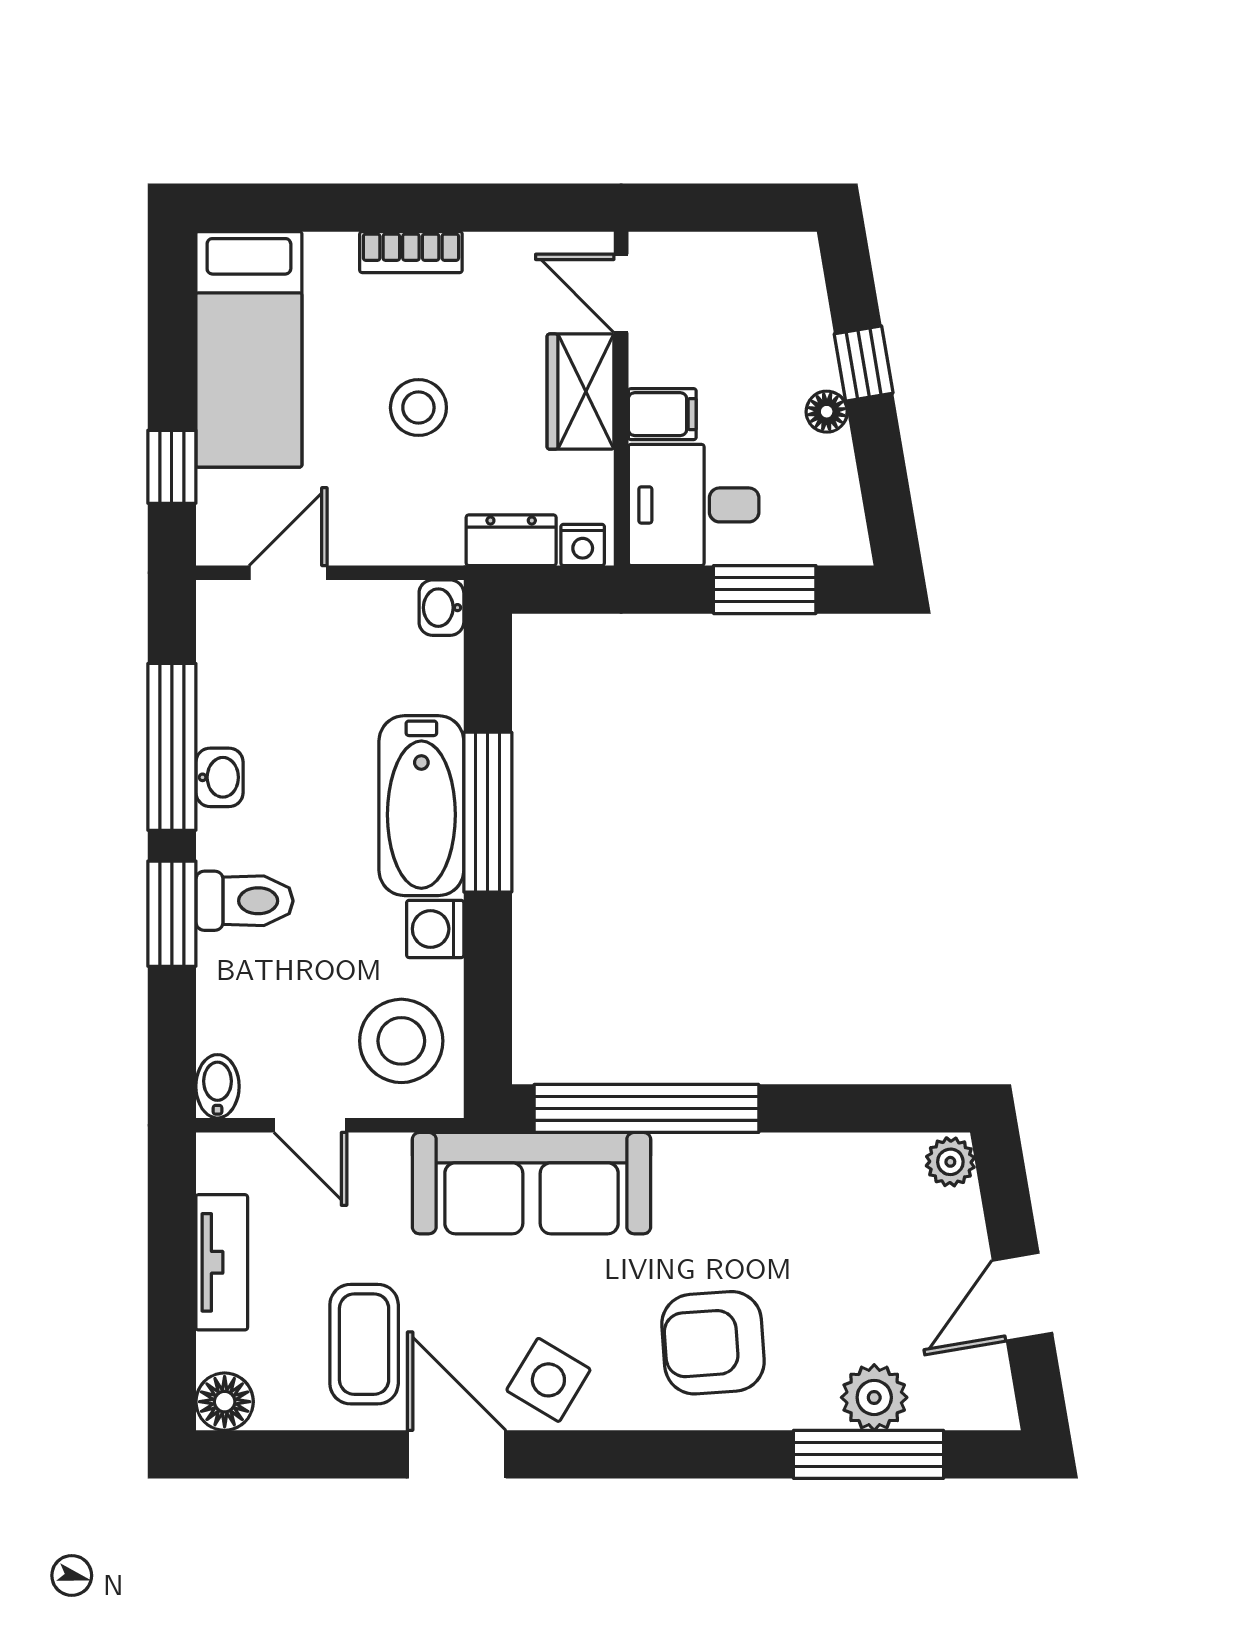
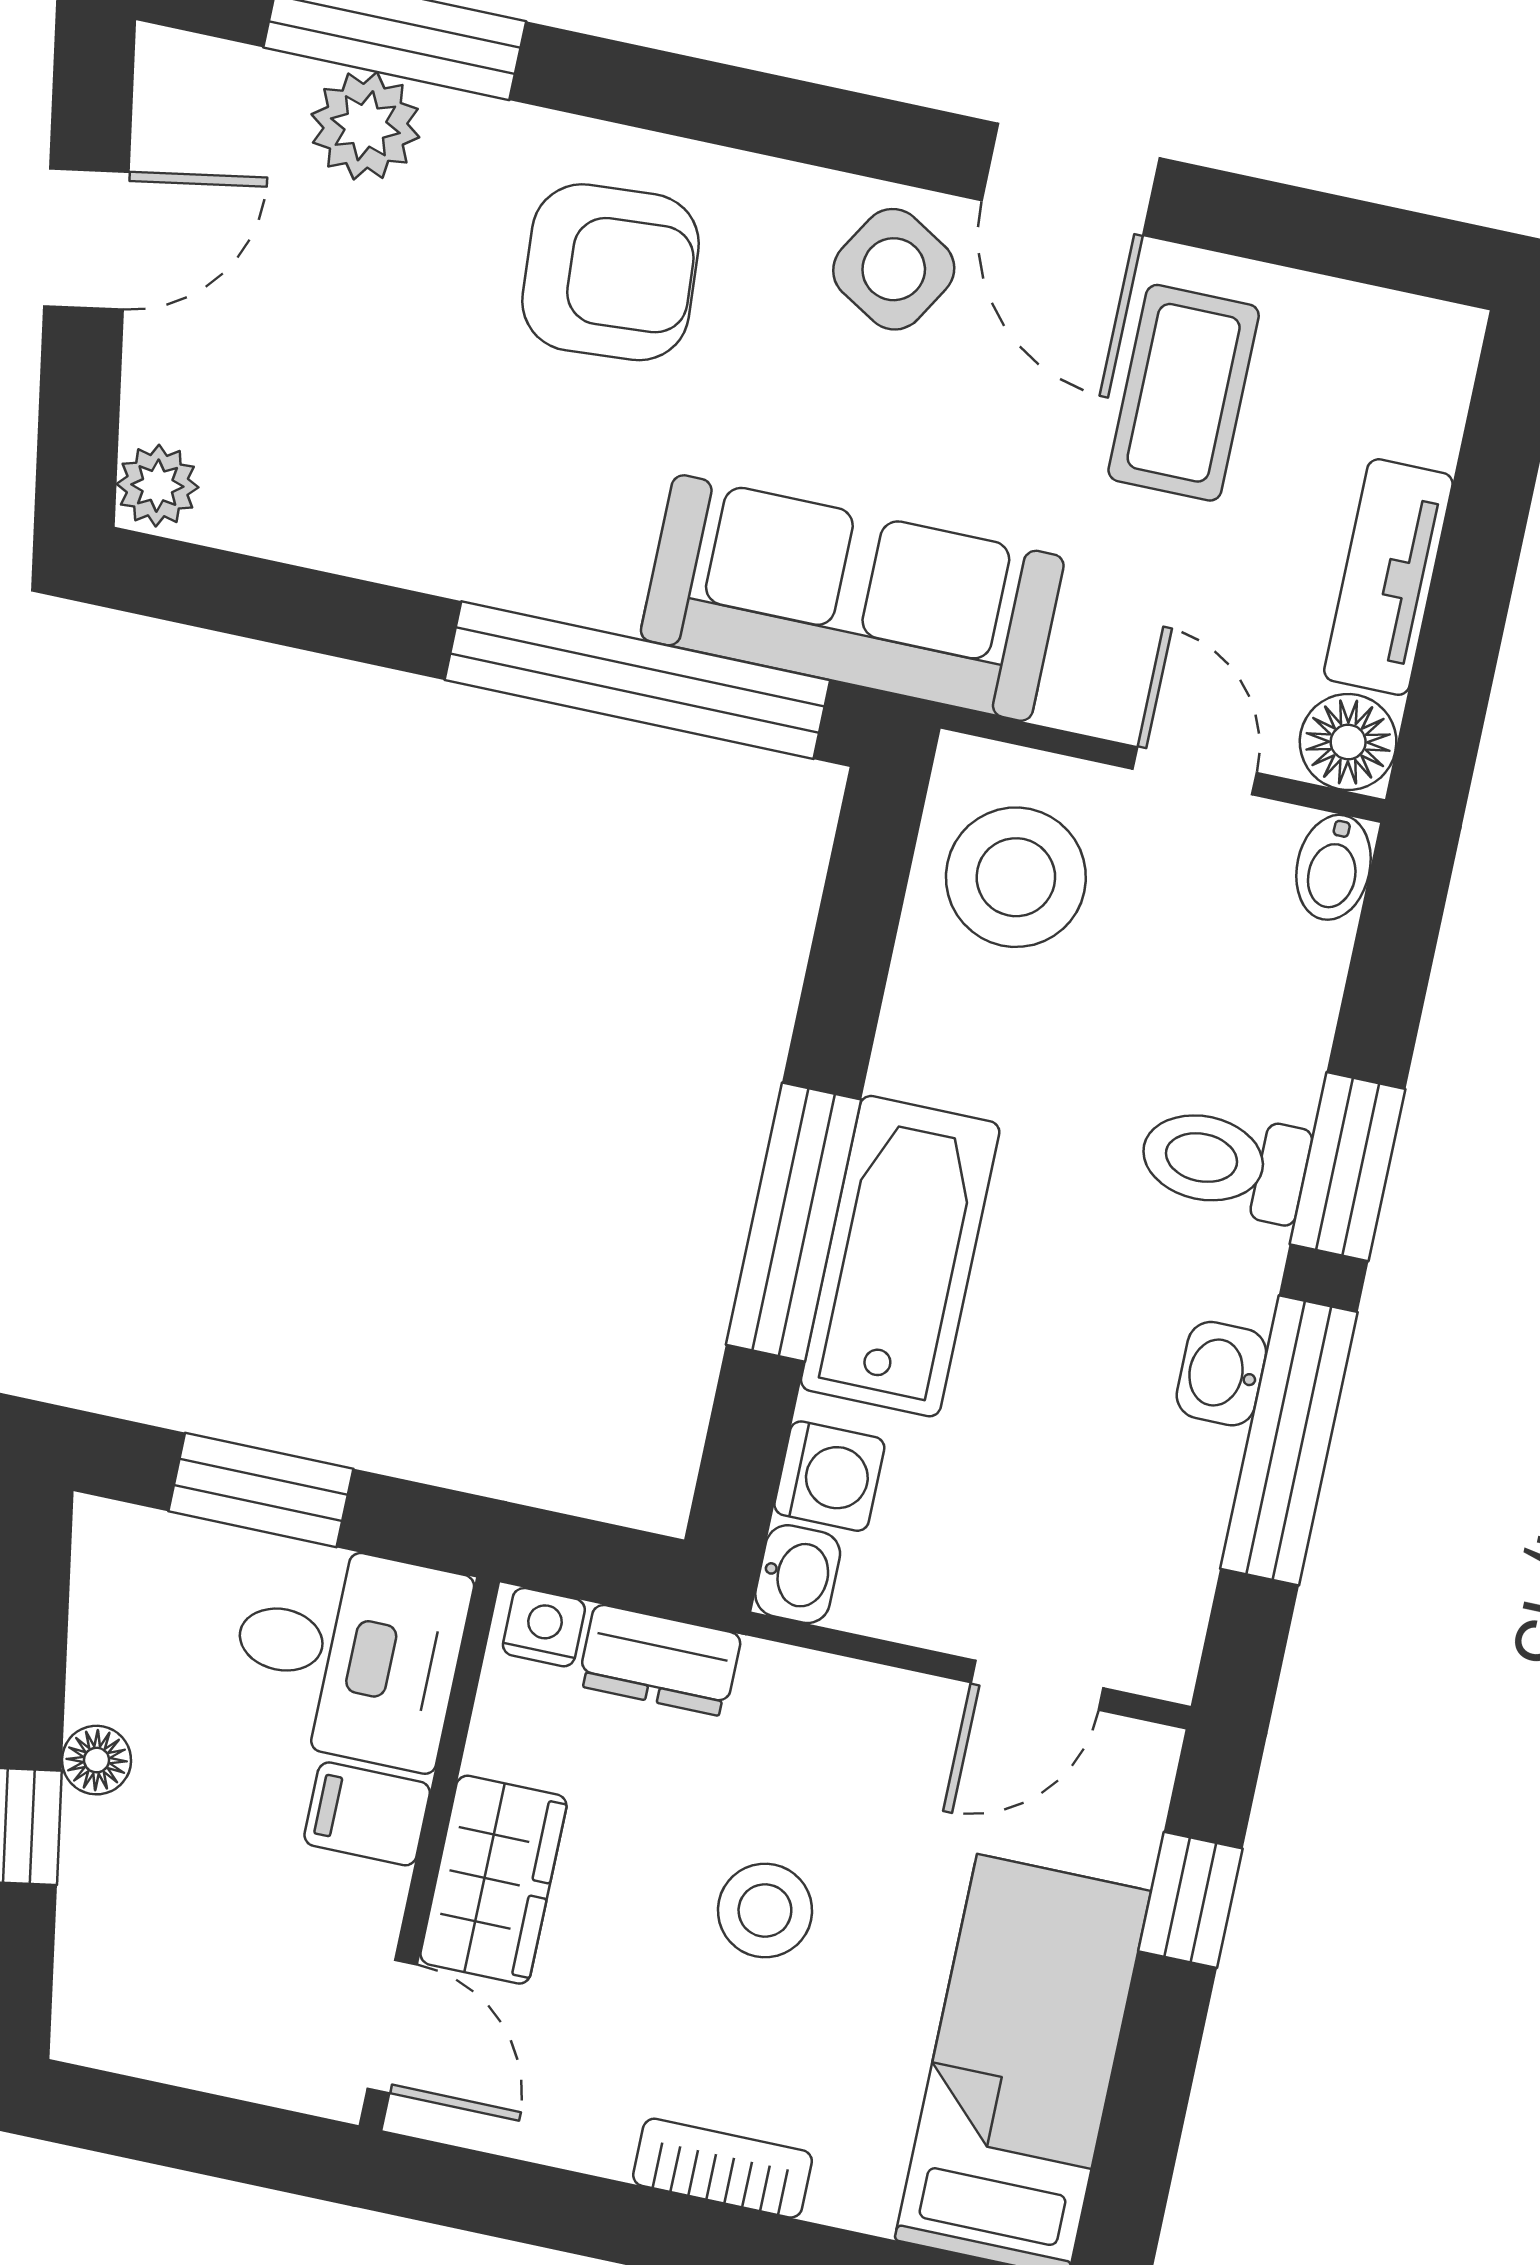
washing machine: (435, 929) -> (829, 1476), moved
floor lamp: (225, 1402) -> (1348, 742), moved

